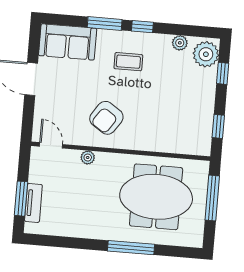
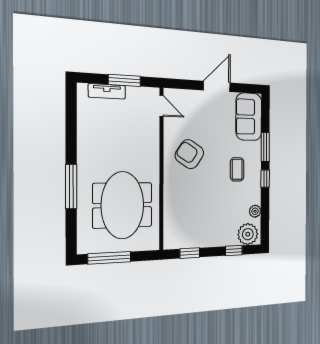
door: (51, 145) -> (162, 106), hinge flipped
plant: (88, 158) -> (153, 140), removed
window: (212, 198) -> (110, 258), moved
window: (21, 199) -> (124, 80), moved

